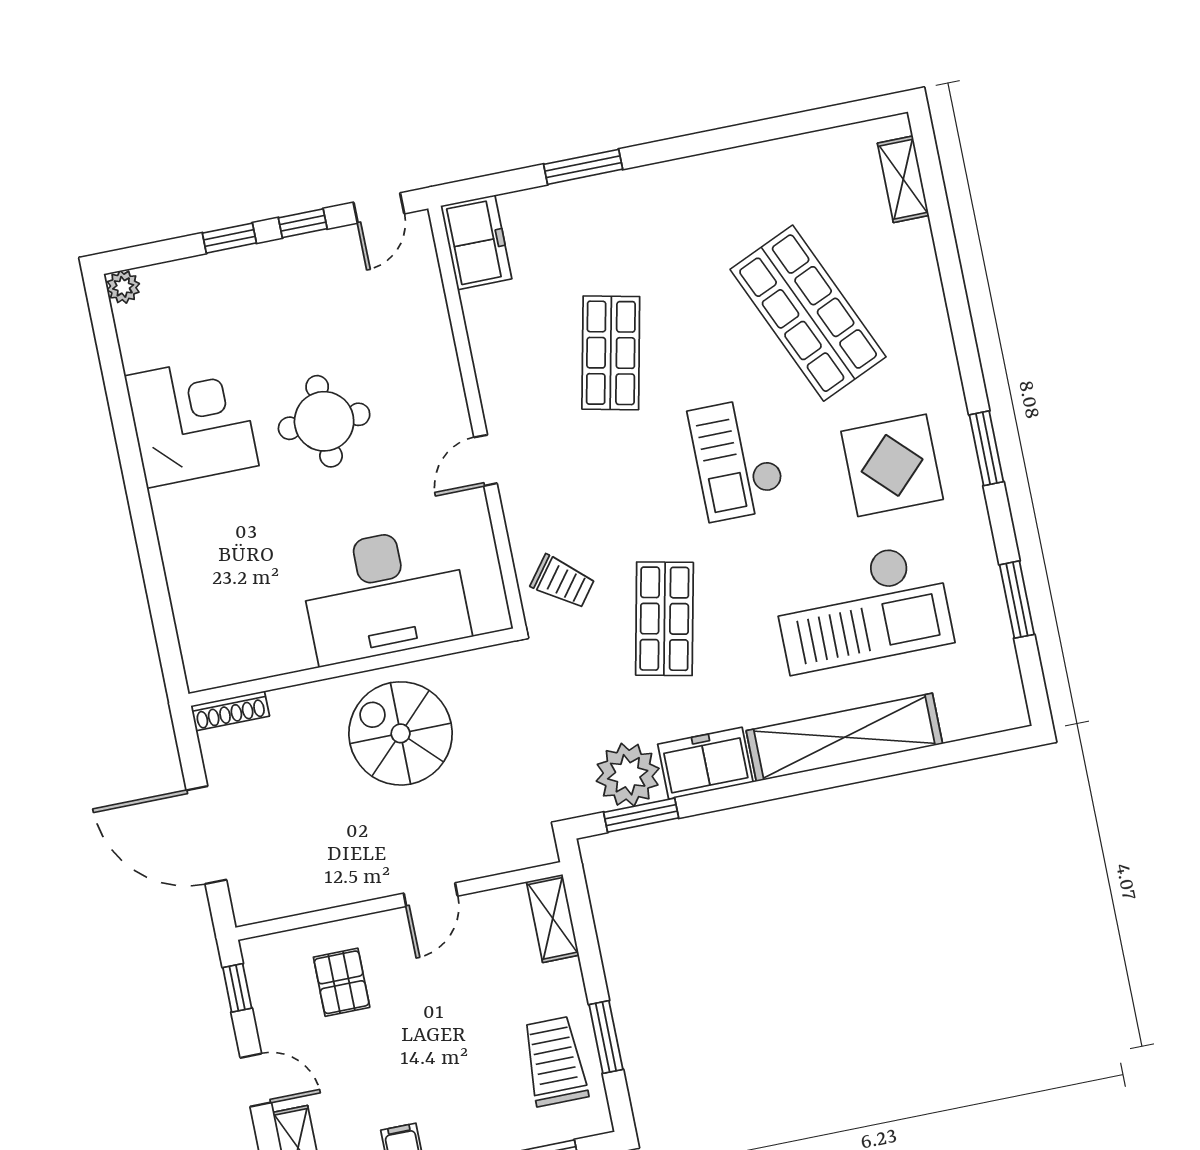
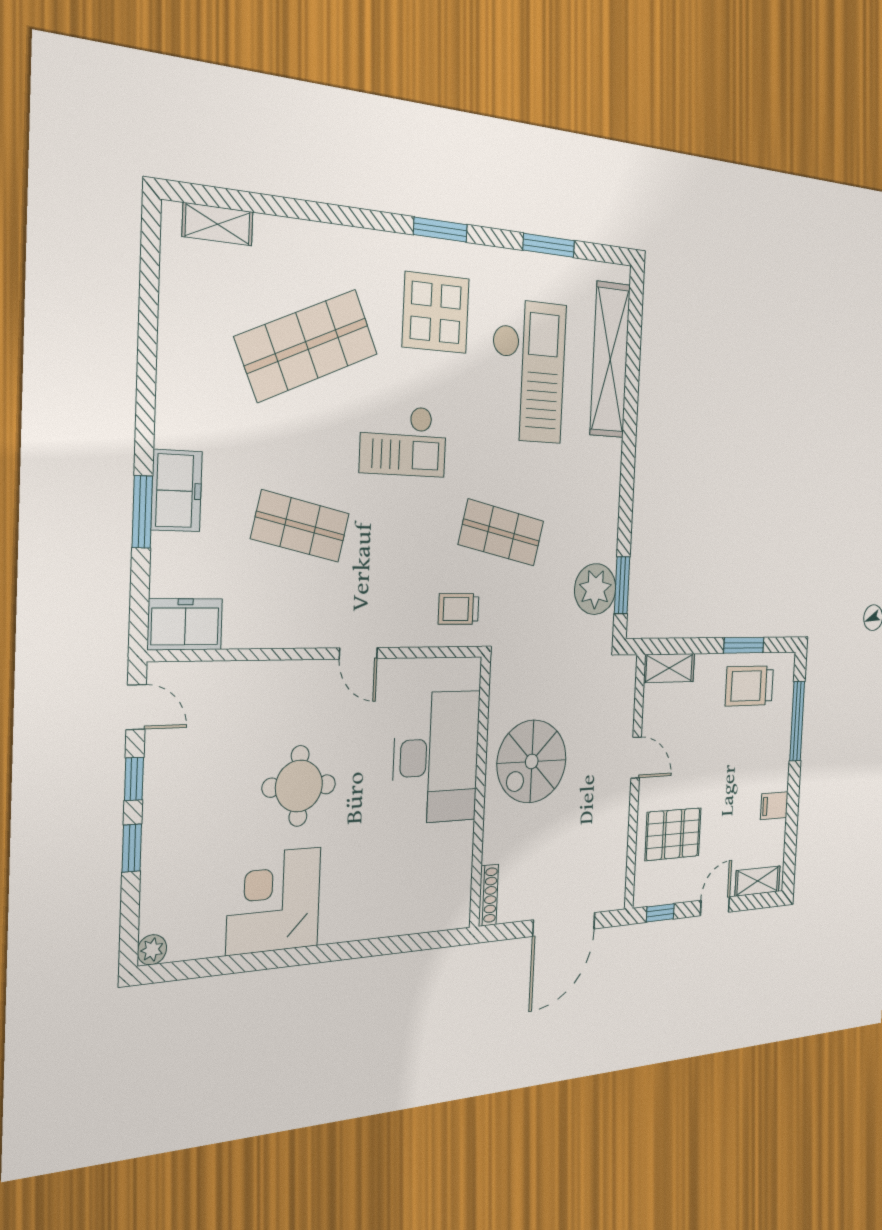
trolley: (563, 582) -> (459, 609), turned -127
shelving: (844, 737) -> (610, 360), moved
freezer: (705, 763) -> (177, 491), moved, turned 180
pallet: (342, 982) -> (673, 834), width x1.50, depth x1.42

